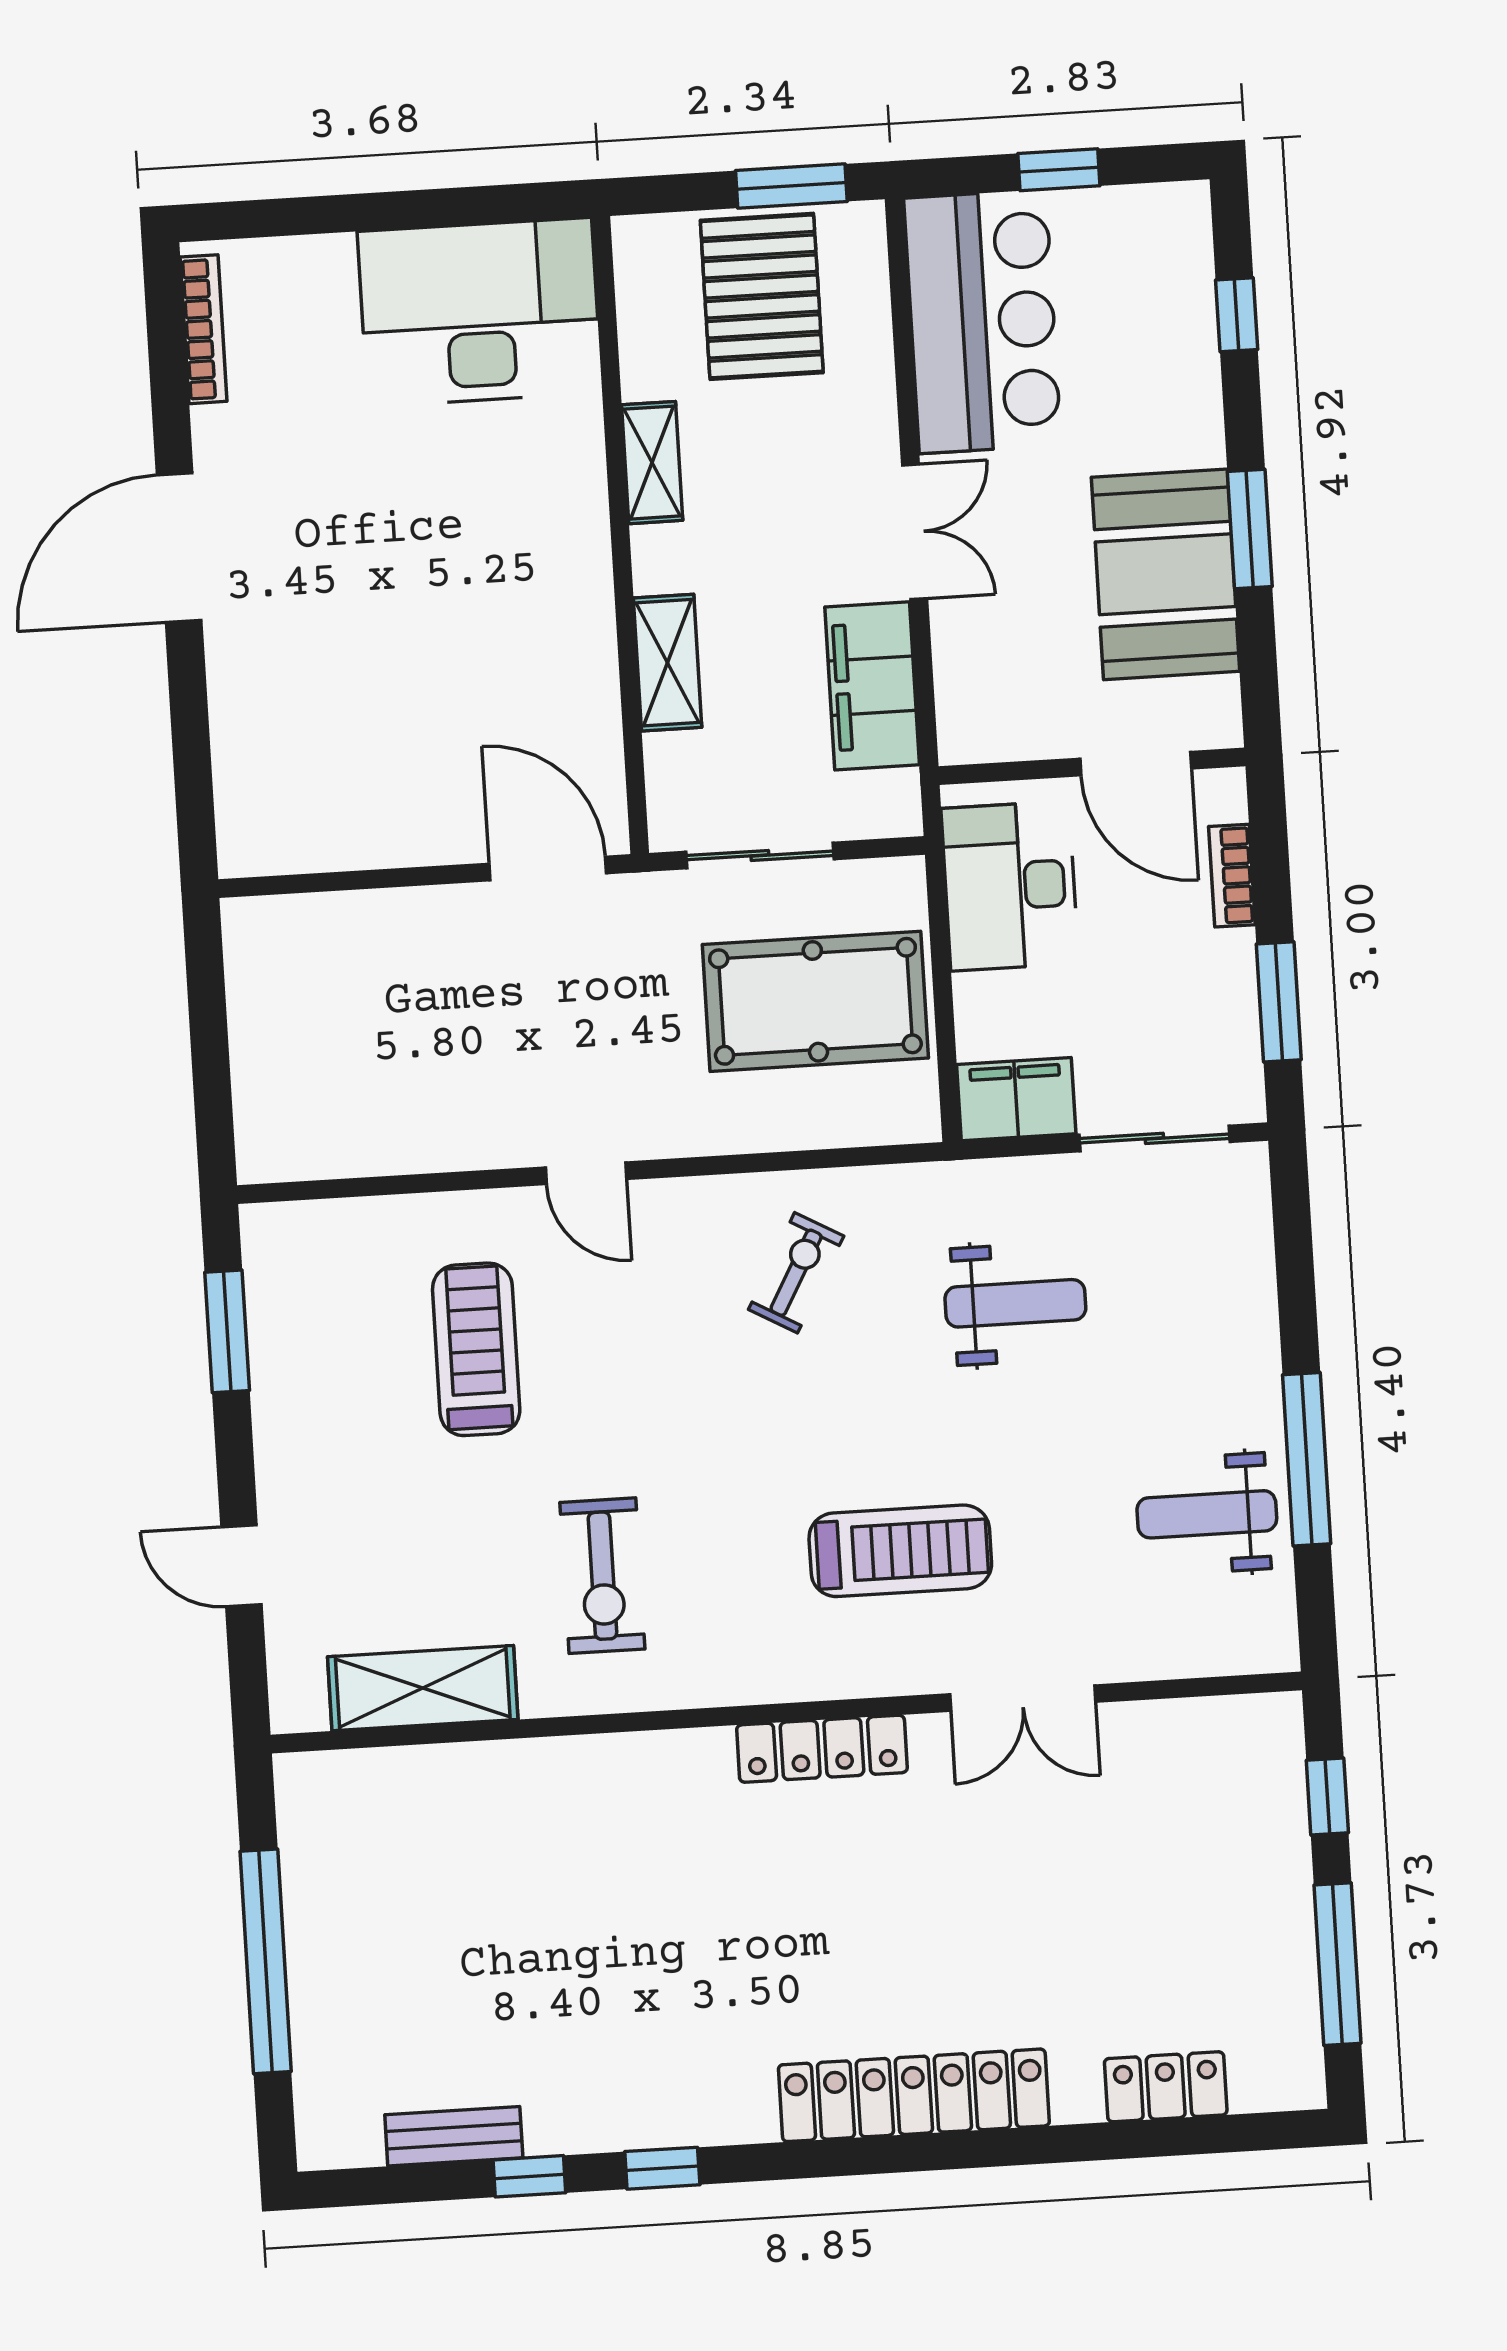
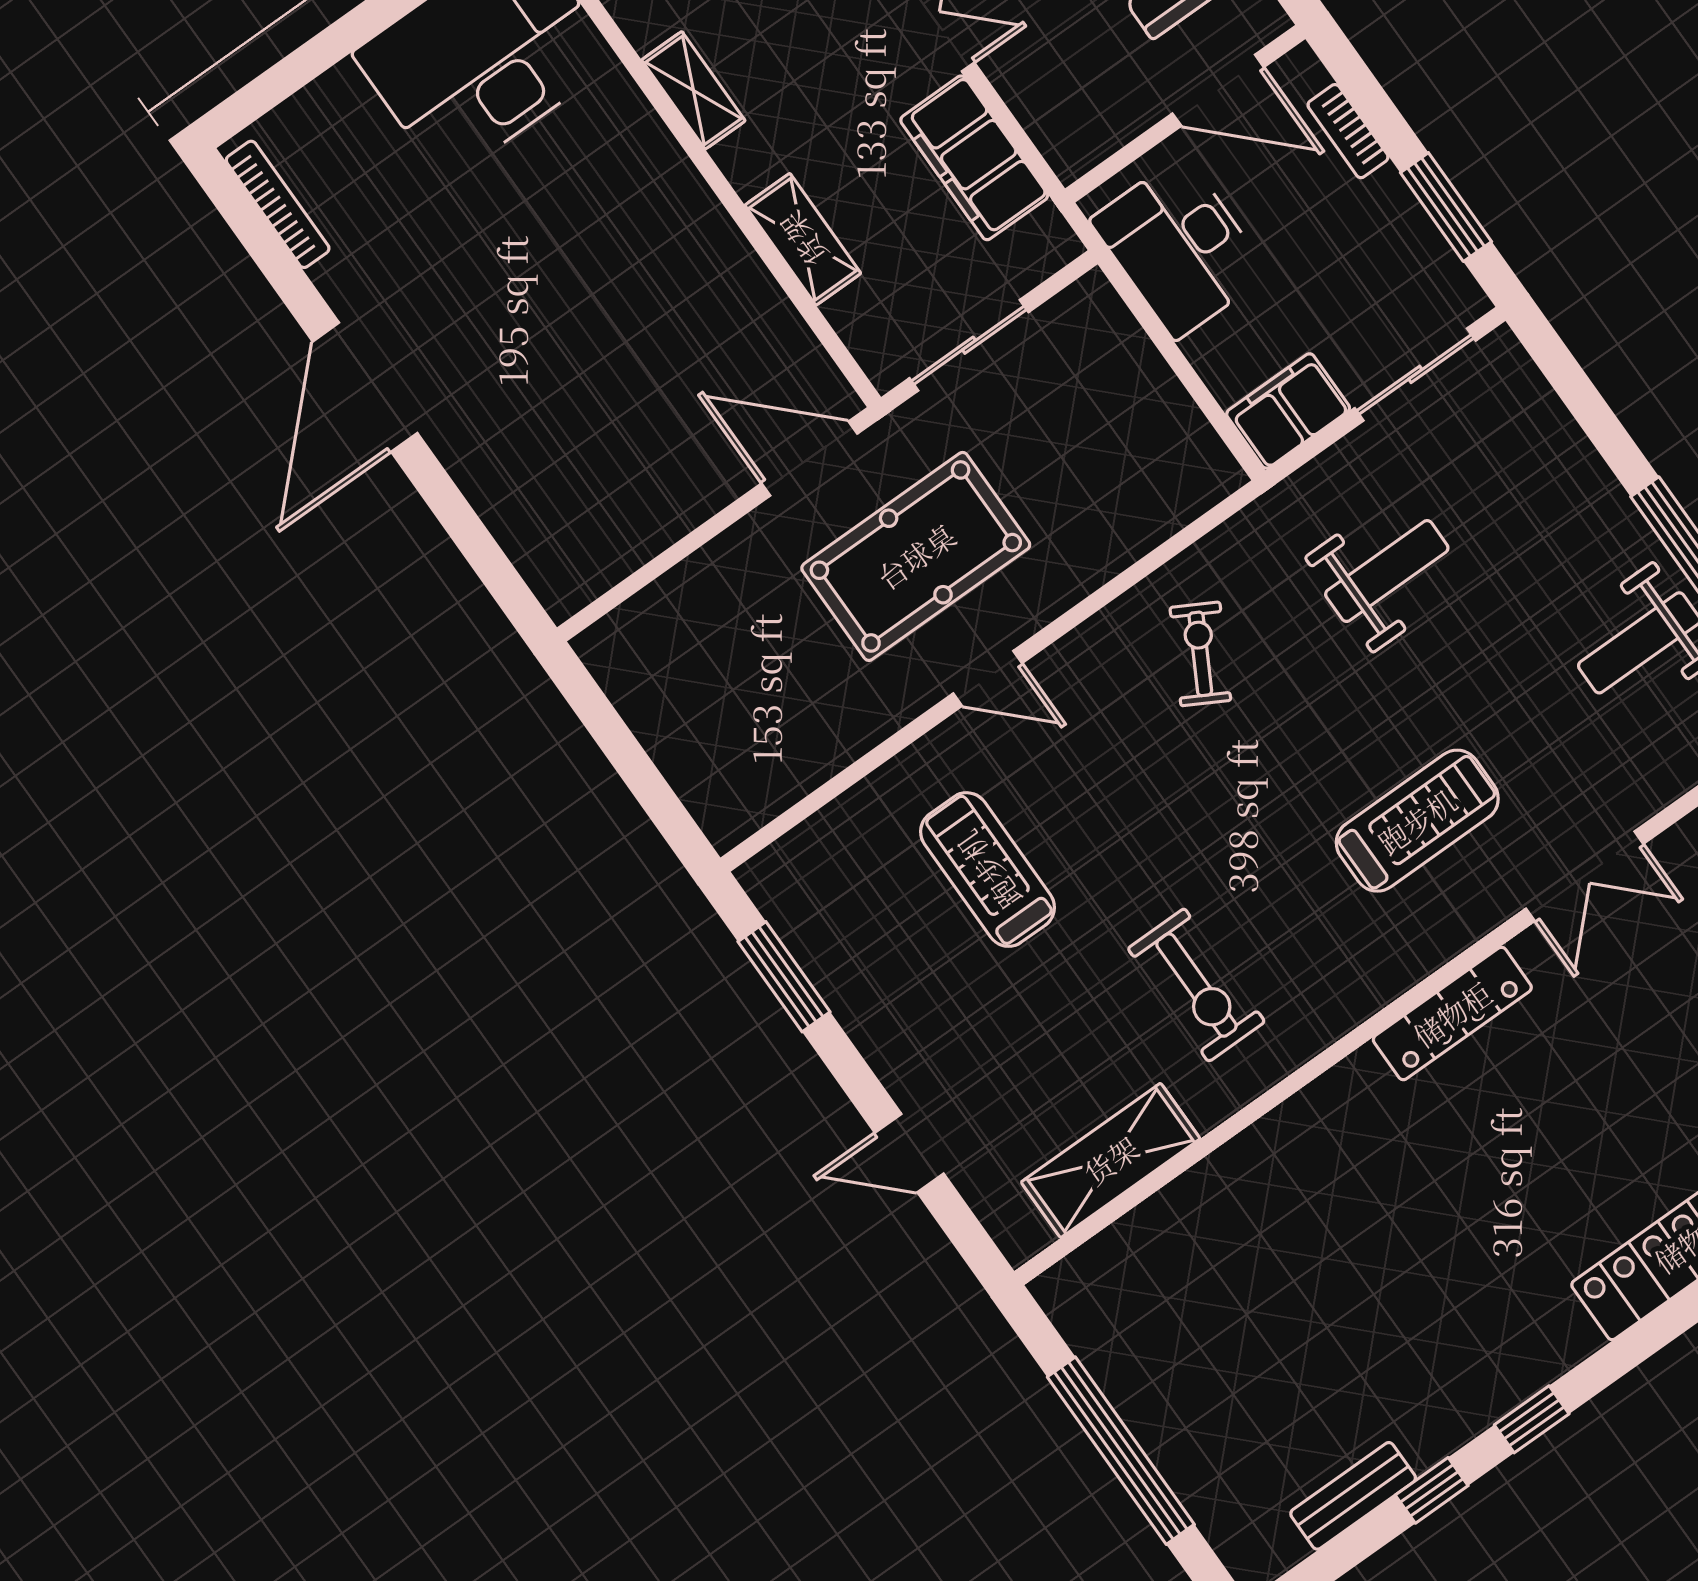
pool table: (815, 1001) -> (916, 556), moved

